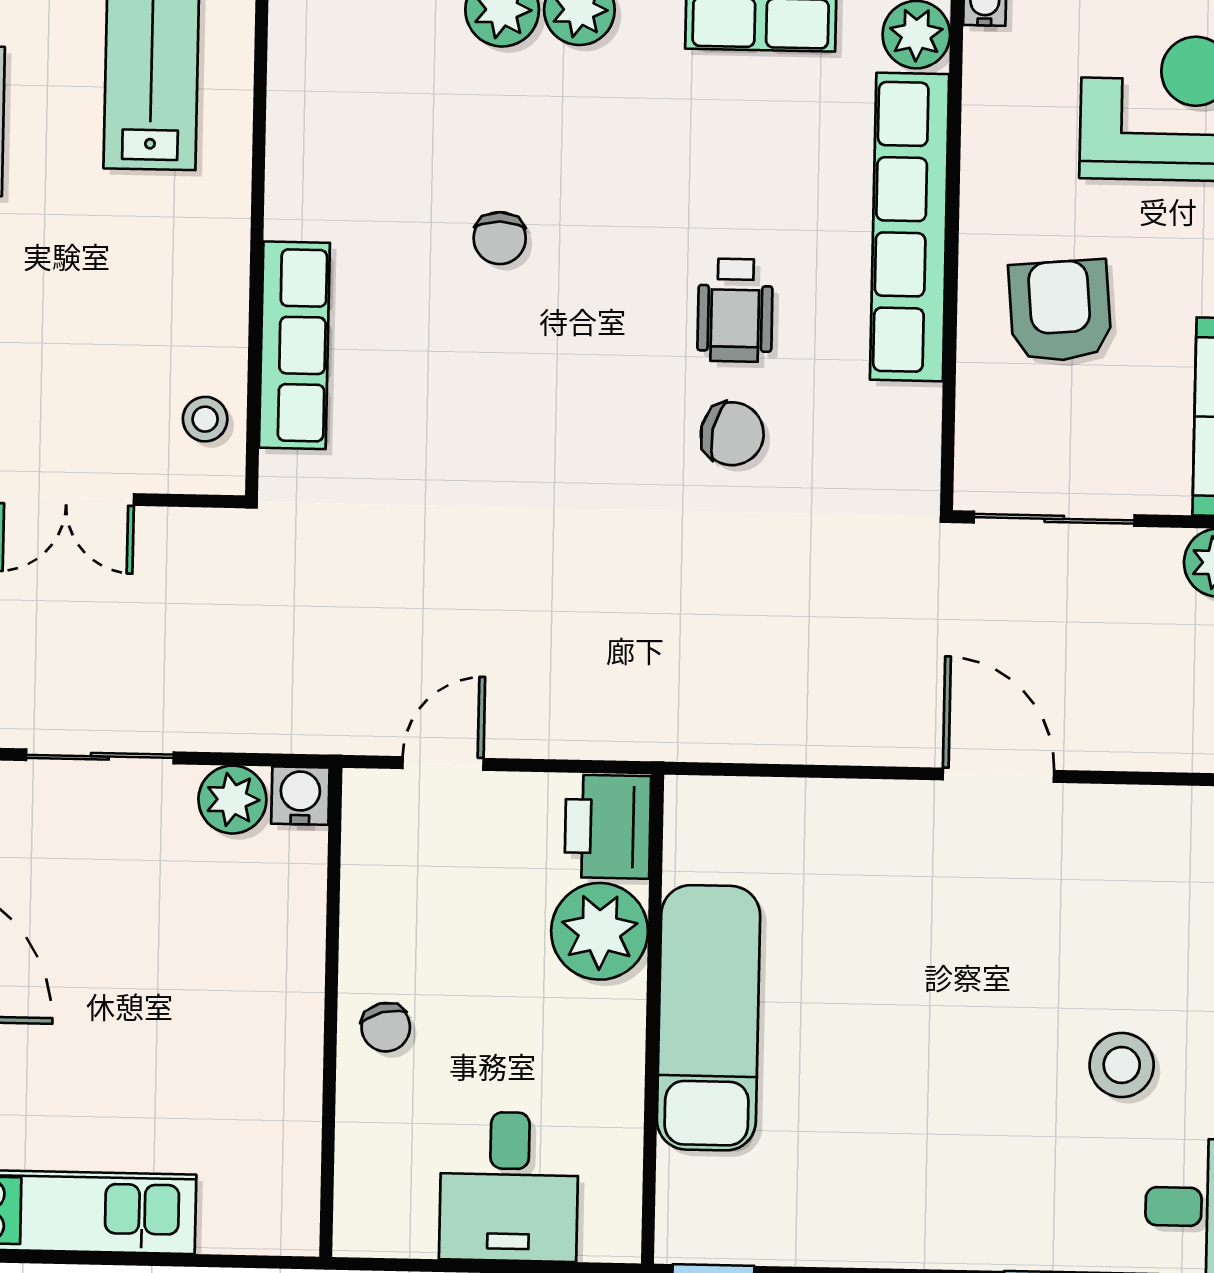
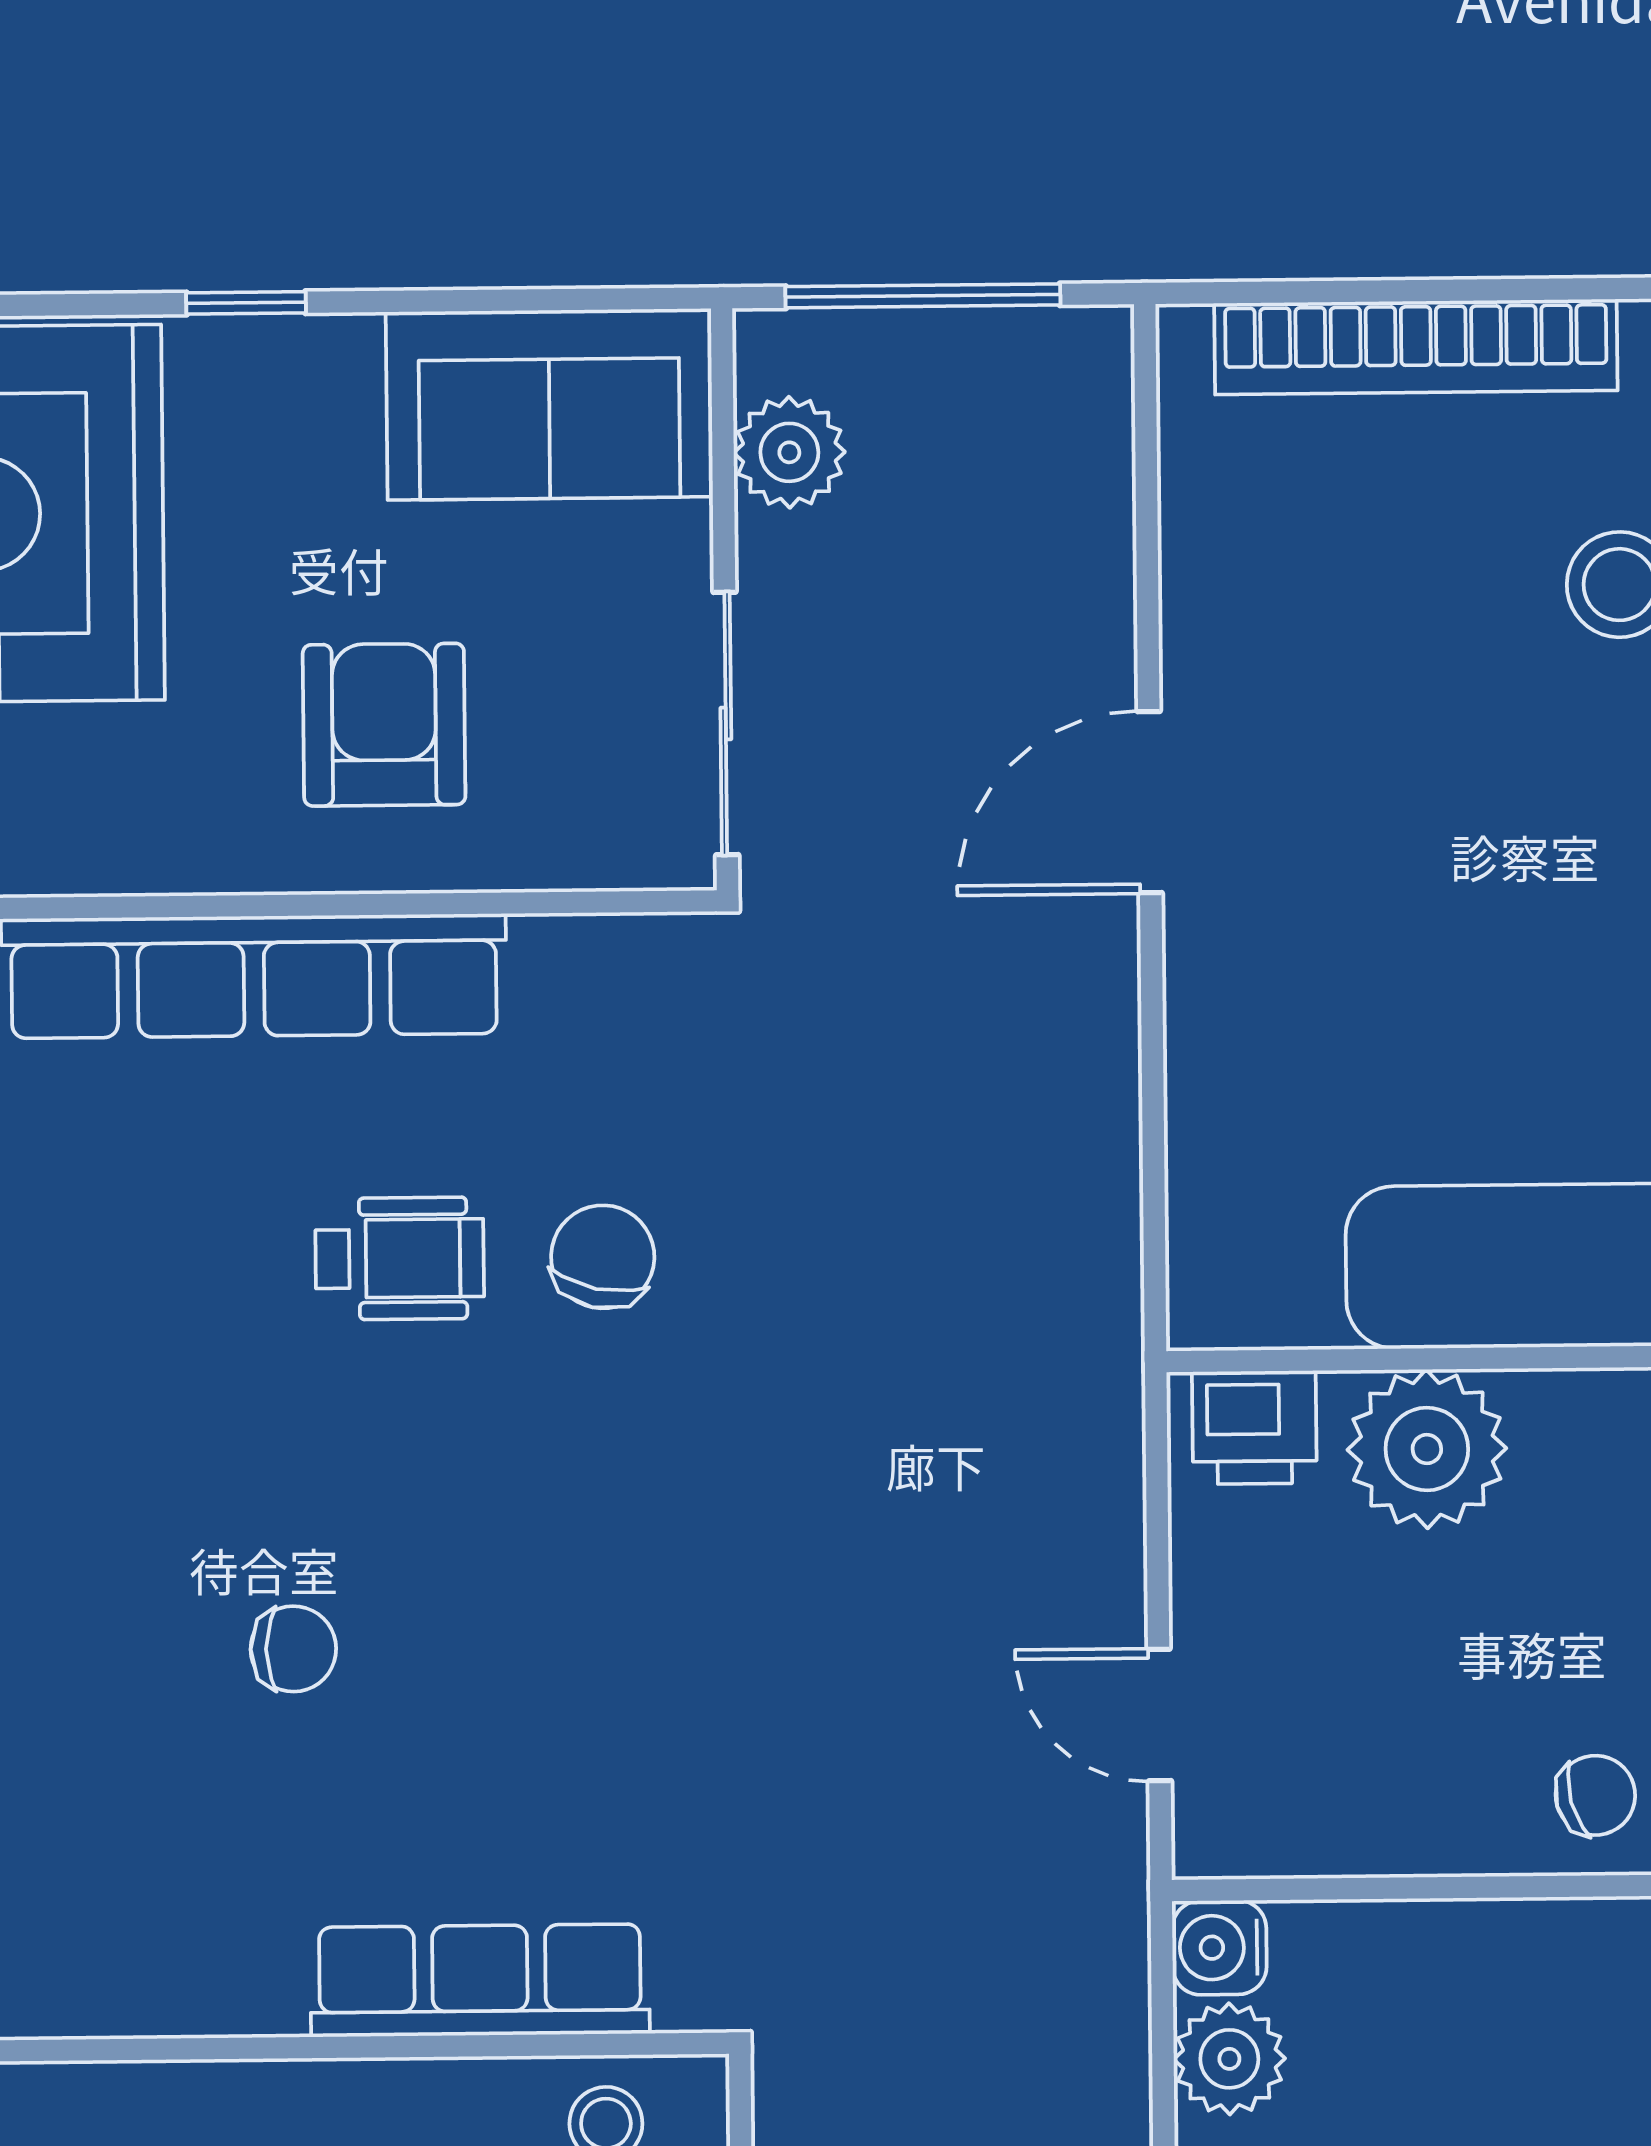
armchair: (1060, 311) -> (384, 725), turned 95
printer: (608, 827) -> (1254, 1427), width x0.73, depth x0.81

